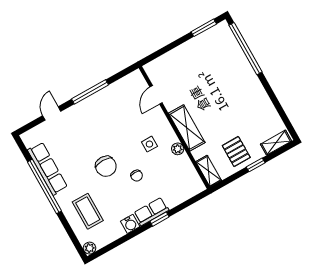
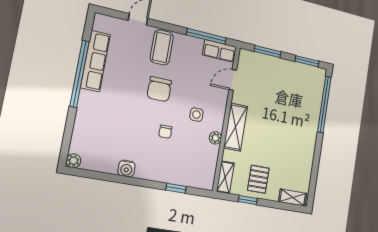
window: (166, 49) -> (268, 51), added
window: (90, 92) -> (206, 36), moved
window: (256, 165) -> (248, 200), moved
chair: (106, 166) -> (159, 89), moved
coffee table: (88, 211) -> (162, 47), moved
row of seats: (151, 211) -> (220, 51), moved, turned 180
window: (160, 219) -> (176, 188), moved

